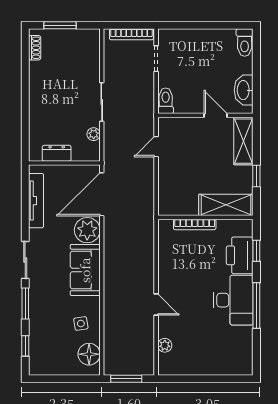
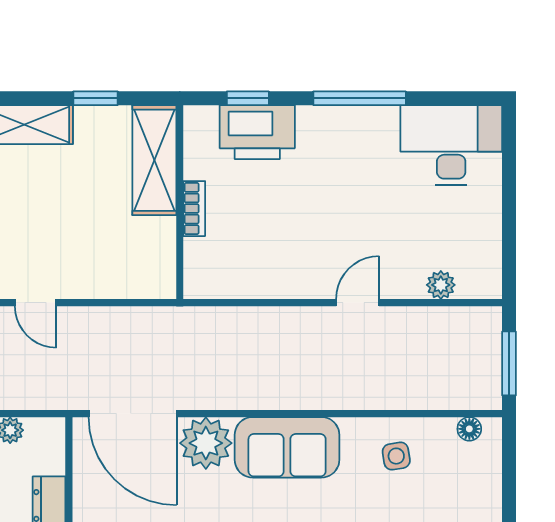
bookcase: (195, 224) -> (194, 209), width x0.64
desk: (233, 300) -> (451, 145), moved
floor lamp: (89, 354) -> (469, 429), width x0.53, depth x0.53

